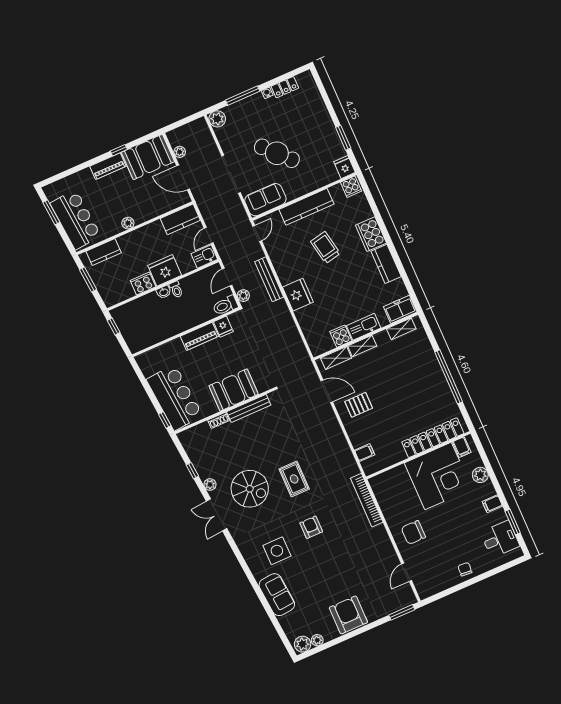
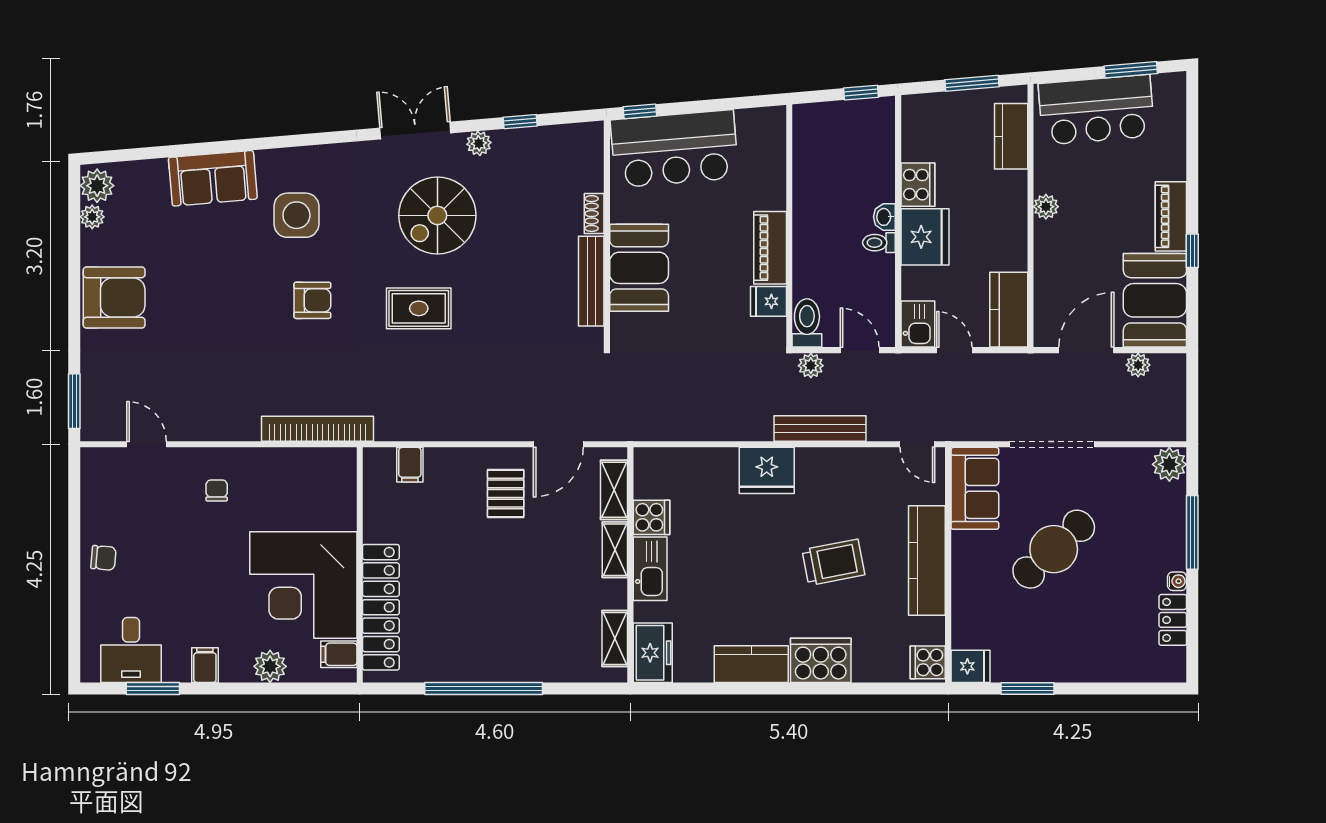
chair: (413, 532) -> (217, 491), width x0.54, depth x0.54

